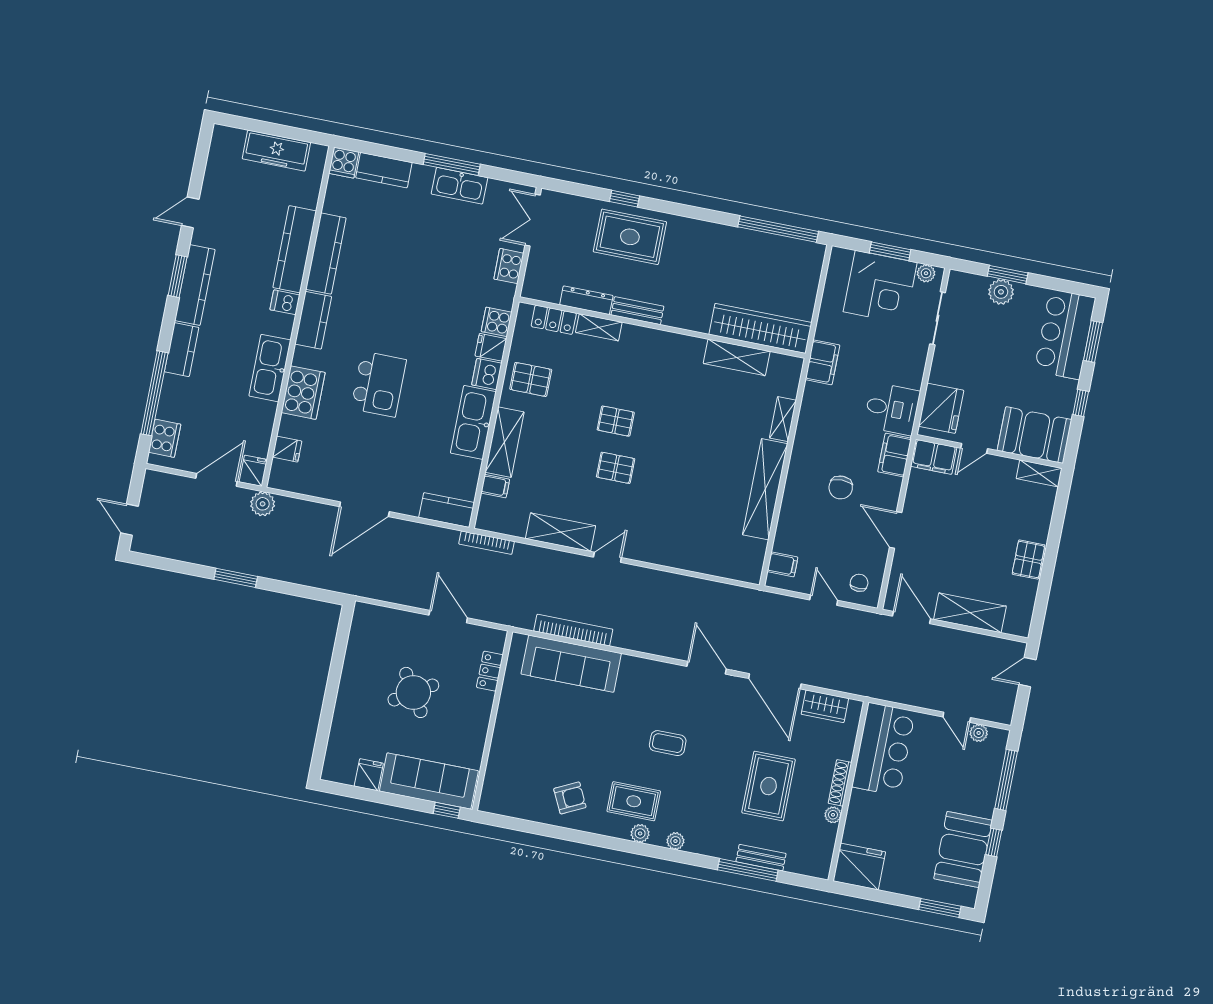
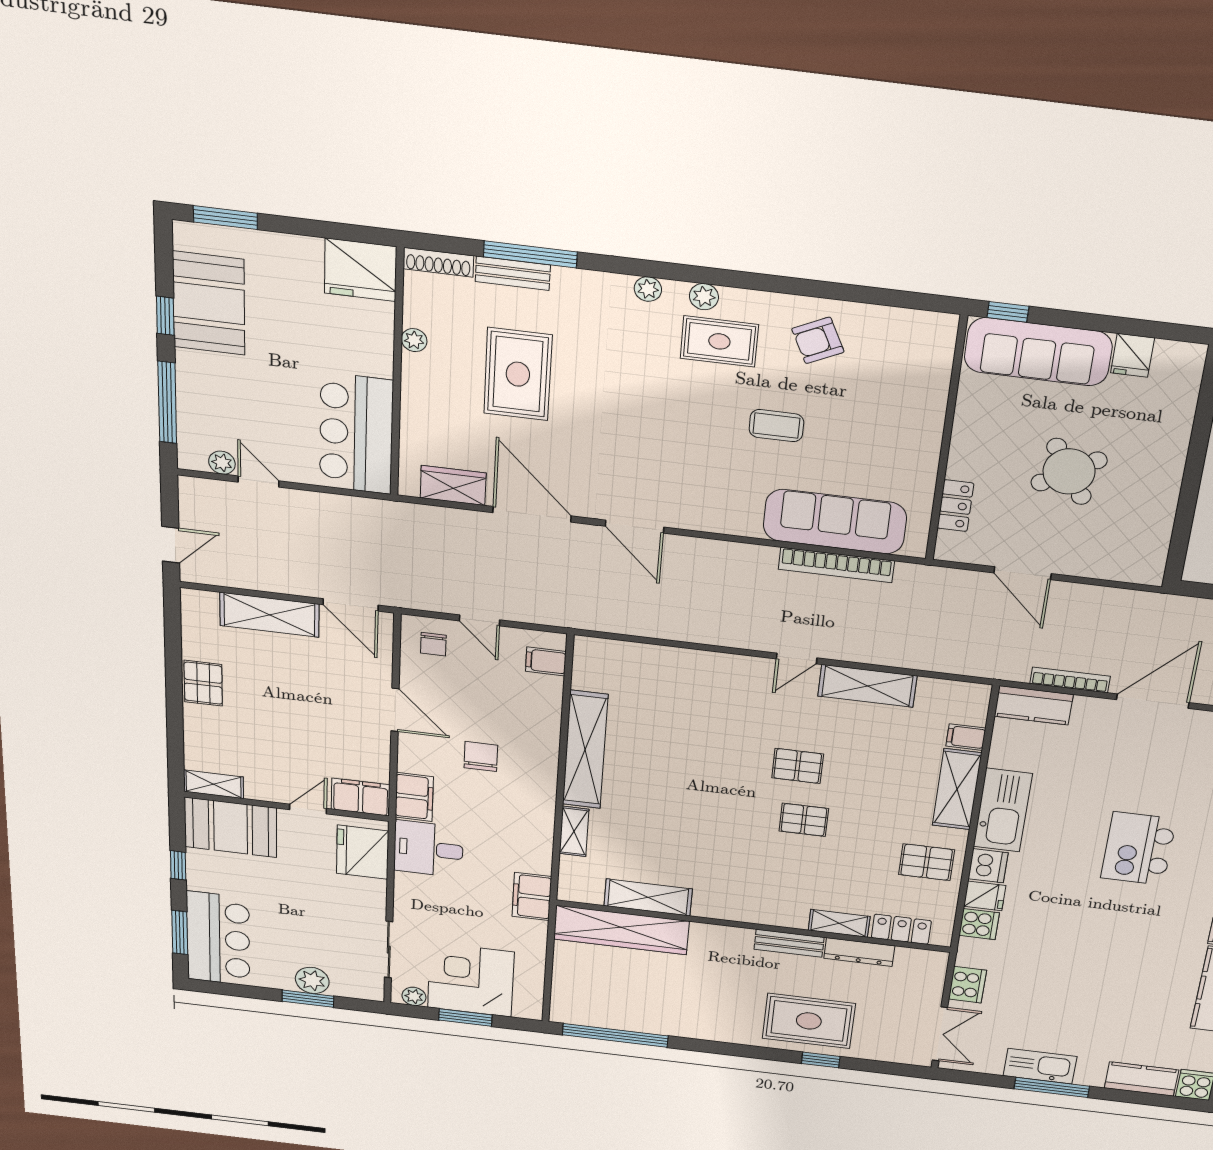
bookcase: (486, 543) -> (1070, 680), moved
coffee table: (668, 743) -> (776, 426), moved
shoe rack: (840, 783) -> (438, 262), moved, turned 90

